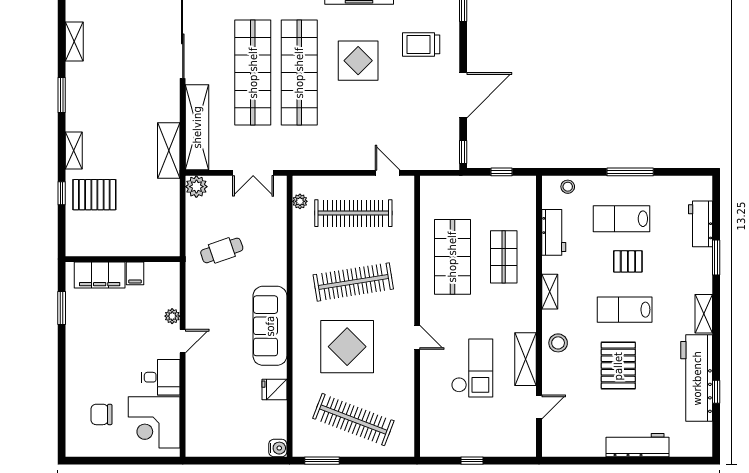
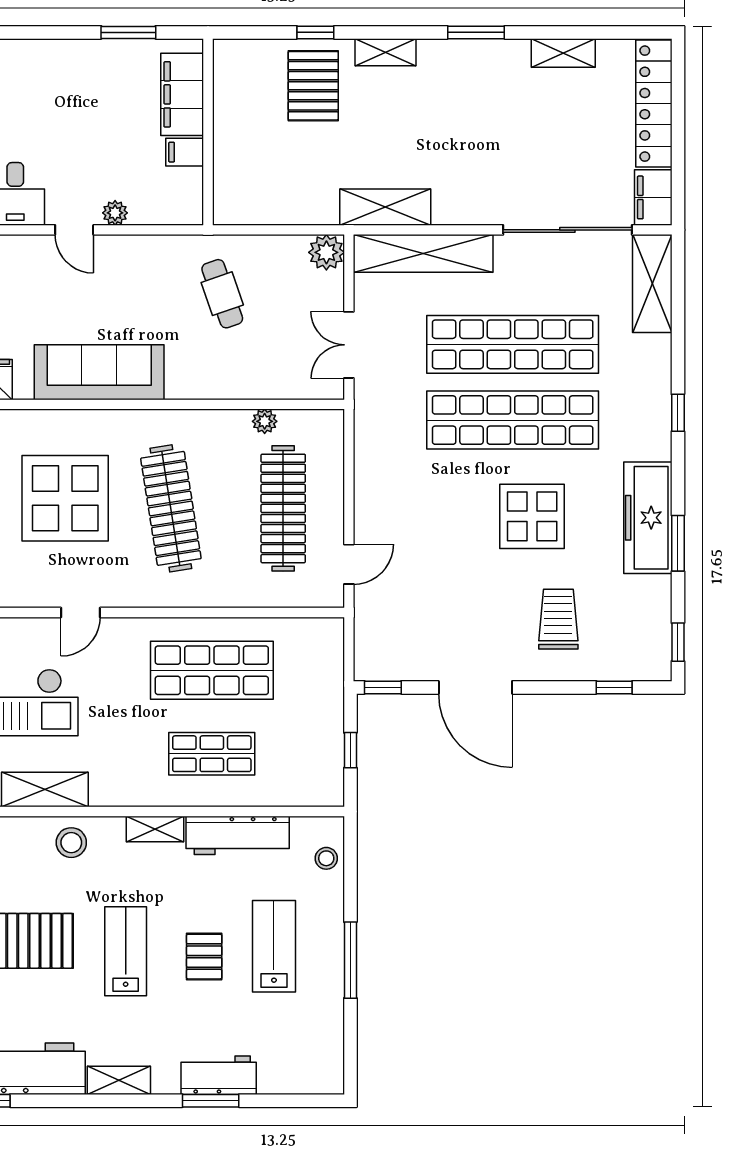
plant: (300, 201) -> (265, 421), moved
workbench: (701, 224) -> (219, 1075), moved
workbench: (554, 232) -> (238, 835), width x1.38

